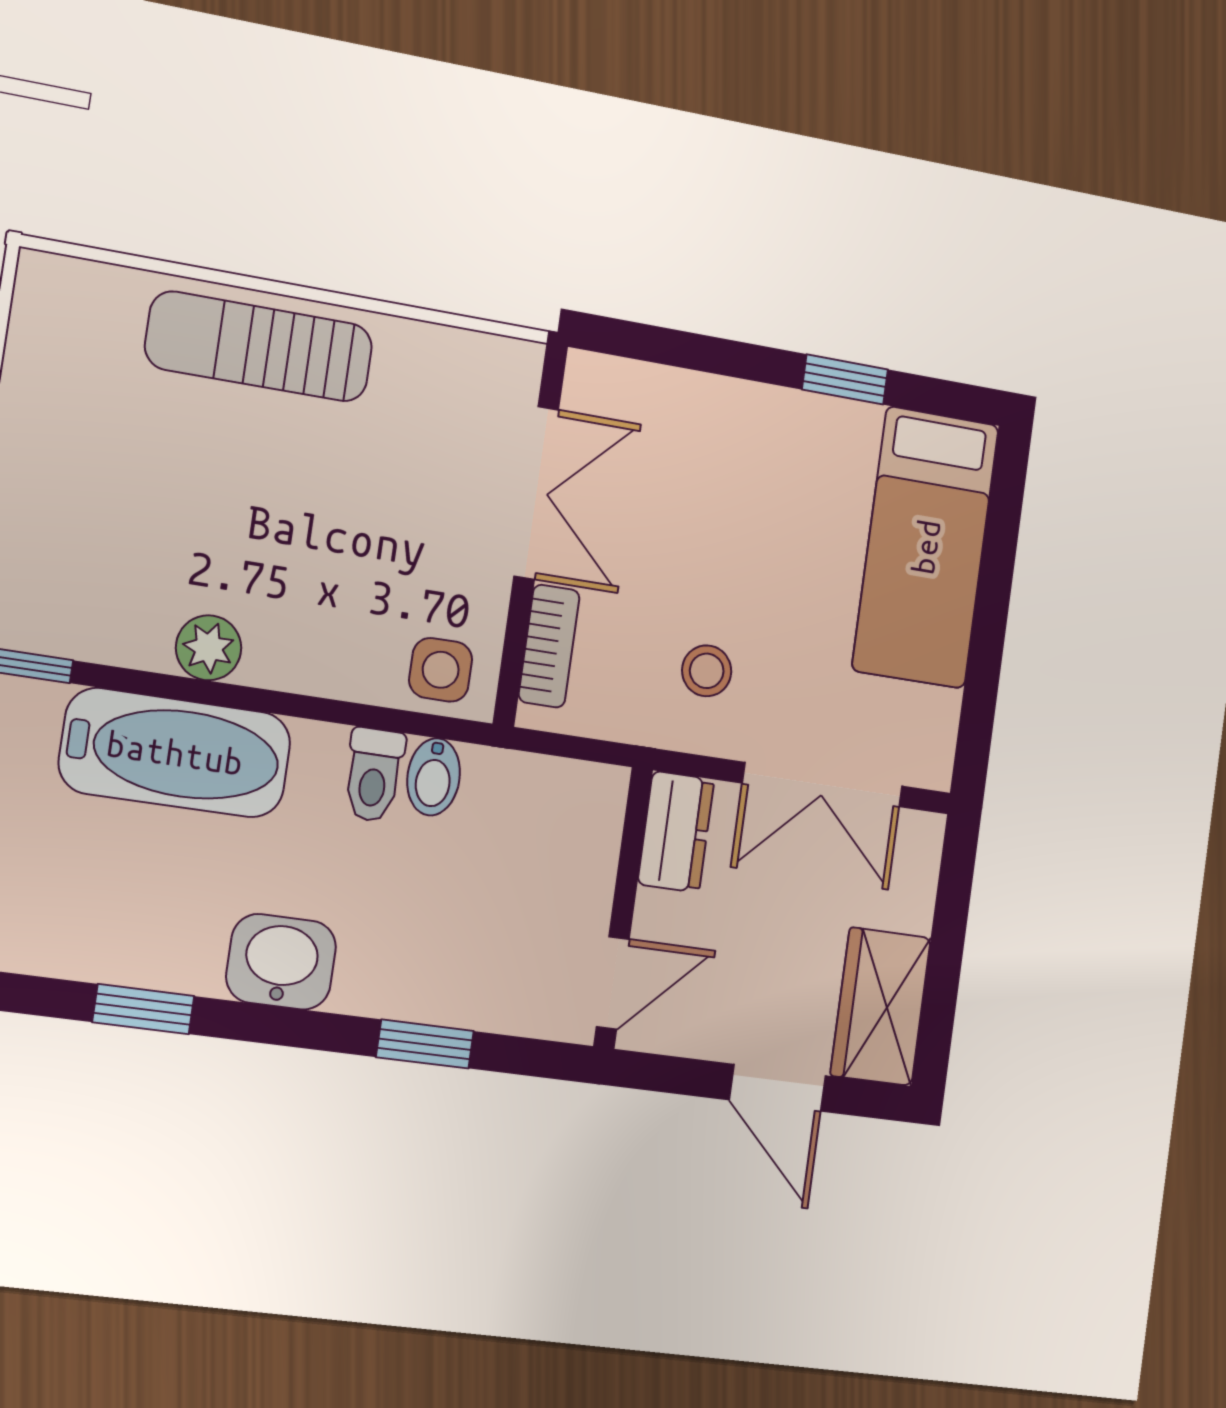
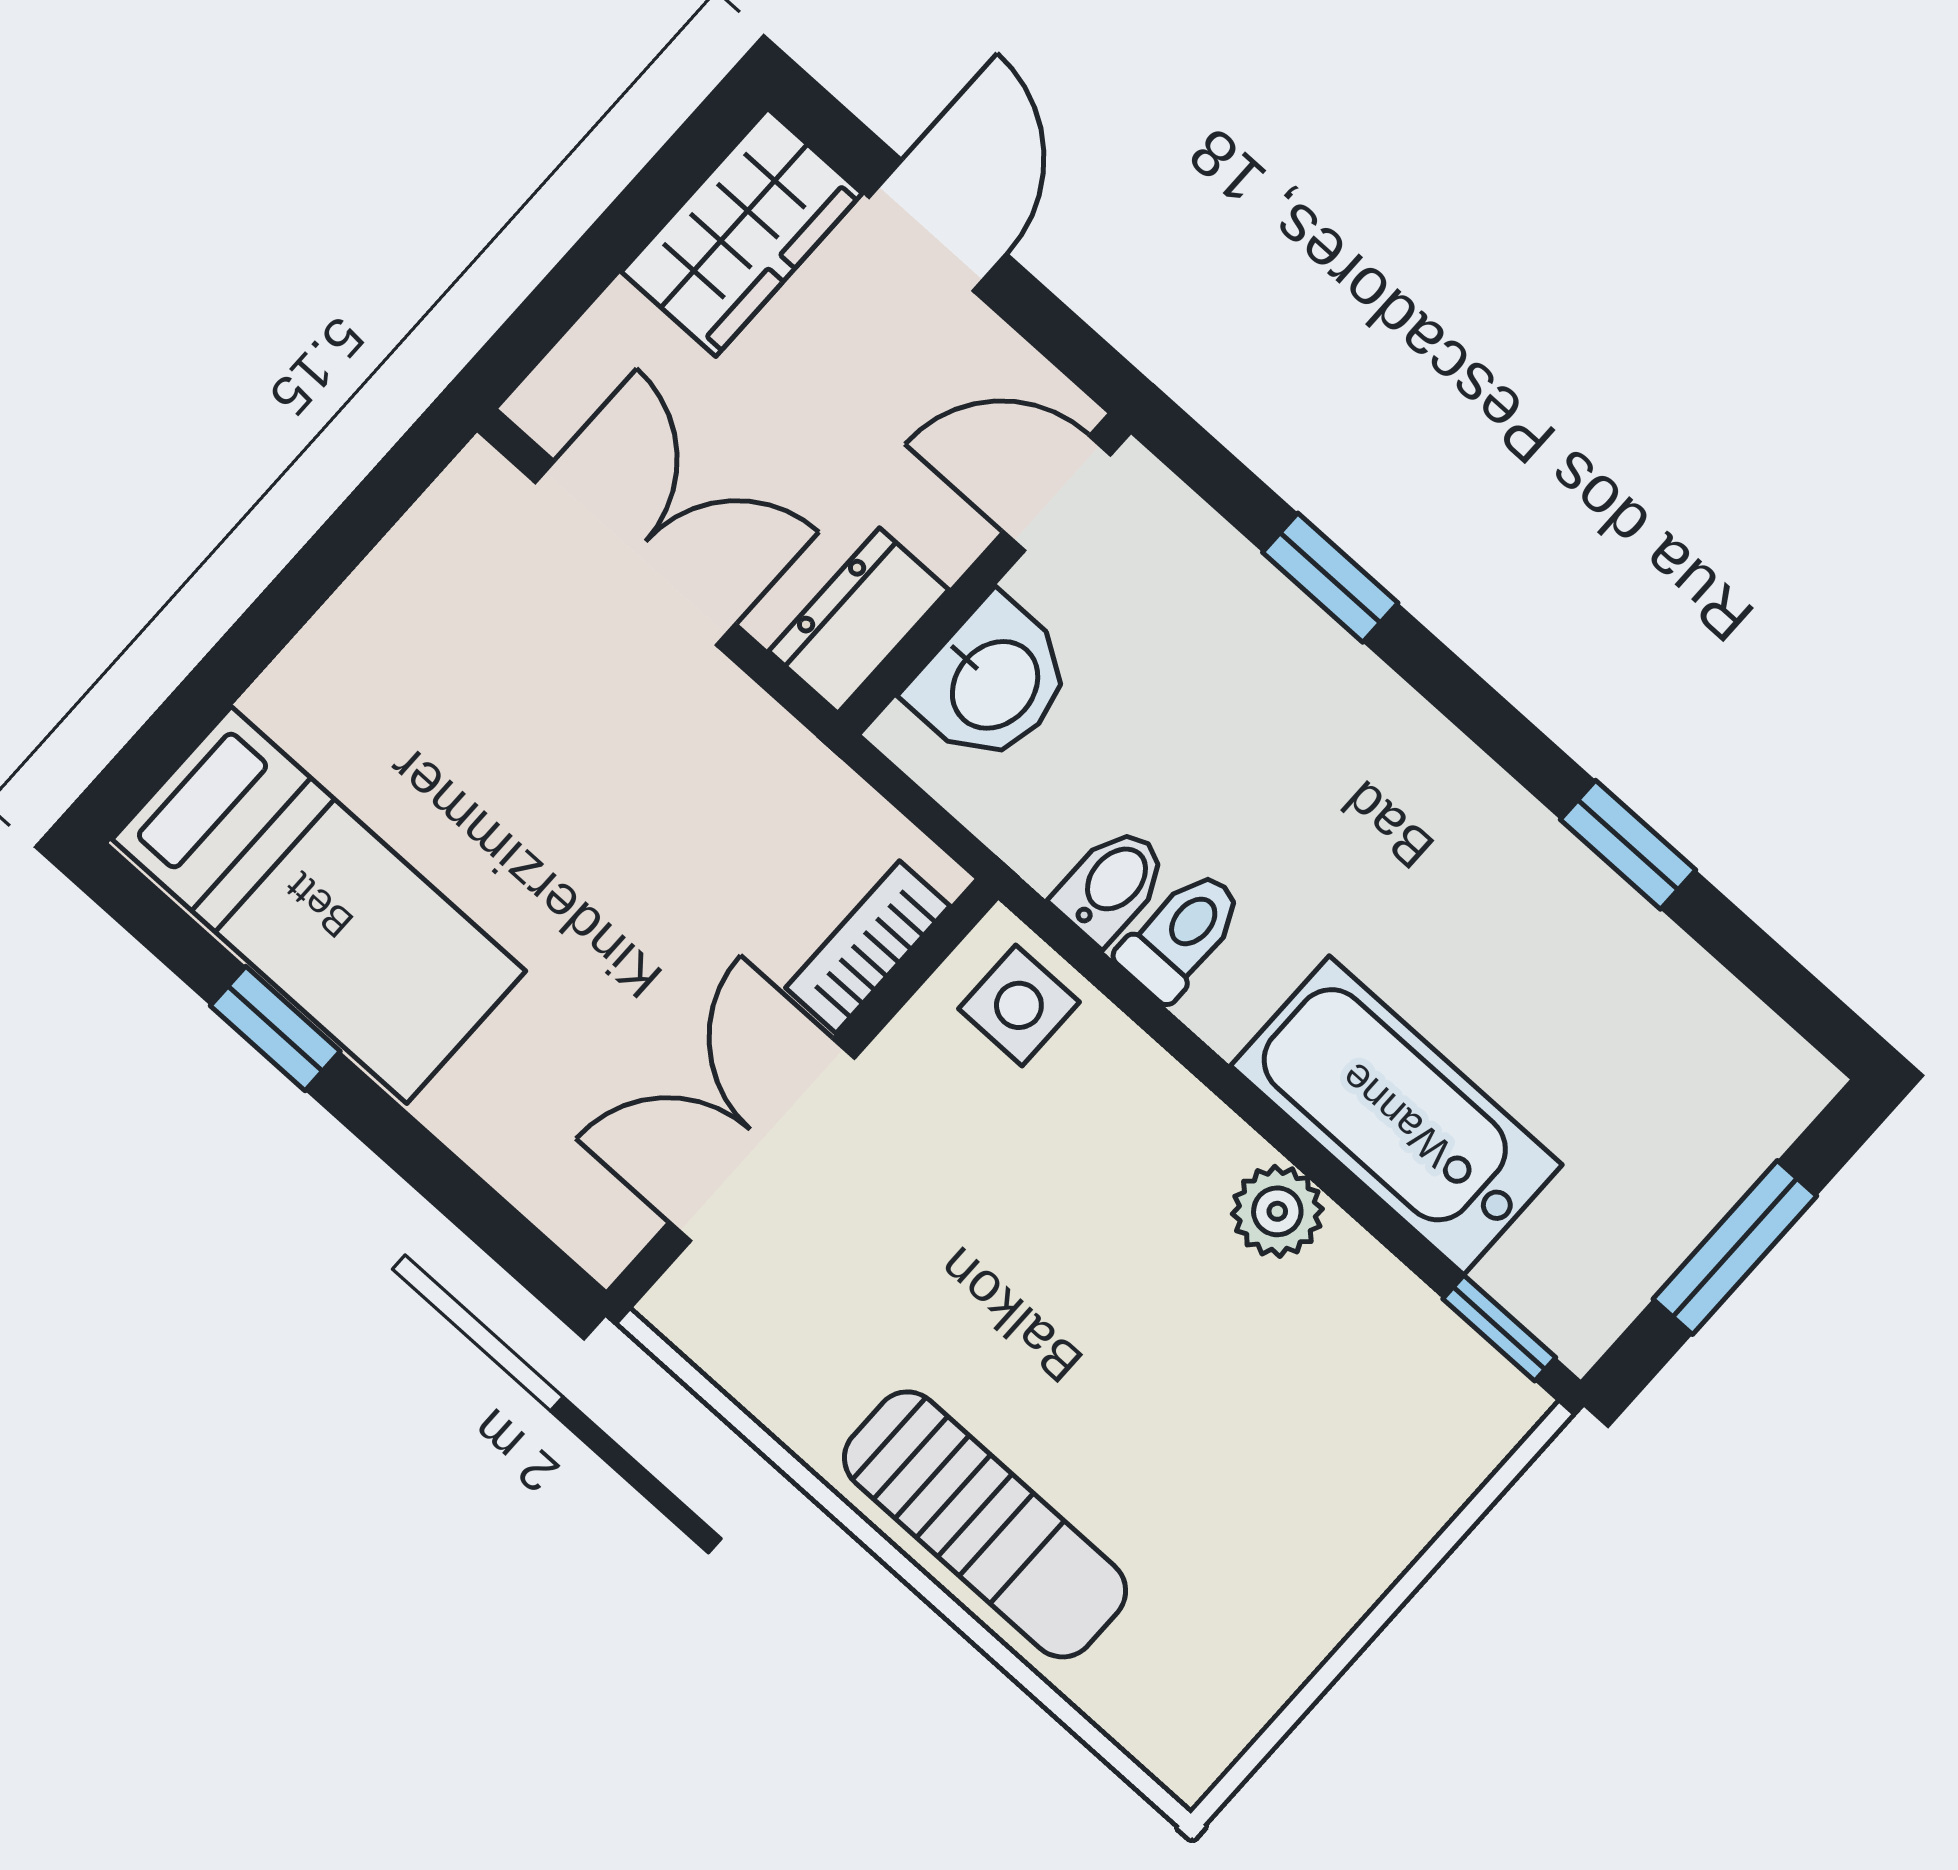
bed: (926, 547) -> (319, 905), moved, turned 90
stool: (707, 671) -> (691, 788), removed
washbasin: (281, 962) -> (992, 682), moved, turned -90

